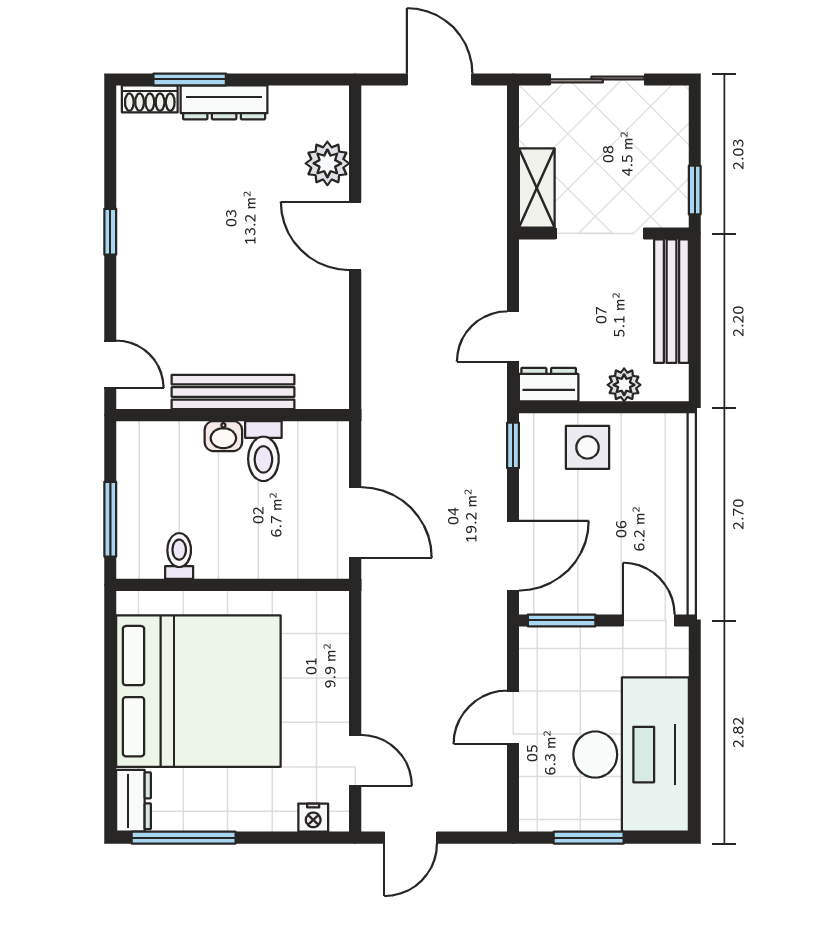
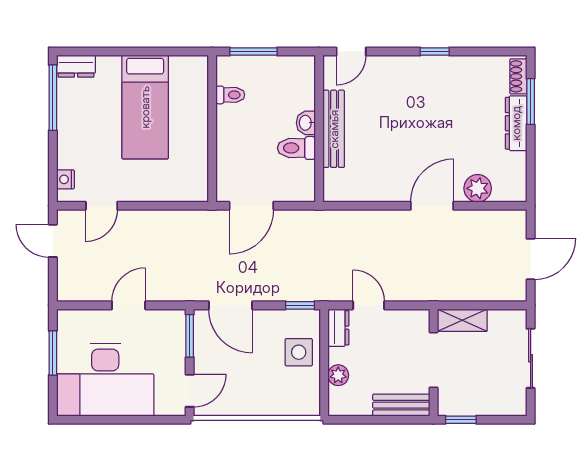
bench: (671, 301) -> (401, 405), width x0.73
bed: (198, 691) -> (145, 107), width x0.49
door: (513, 717) -> (129, 305), hinge flipped

